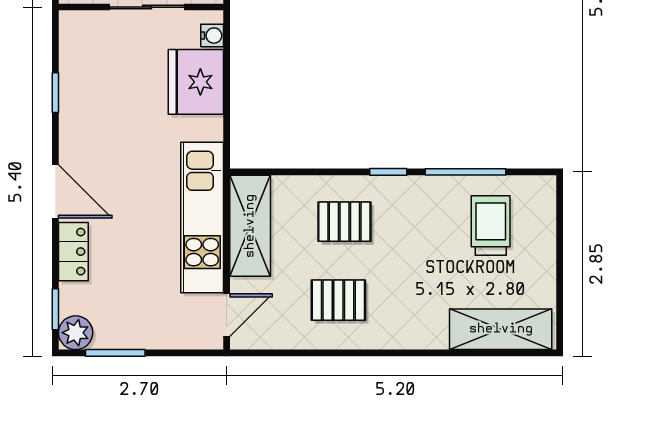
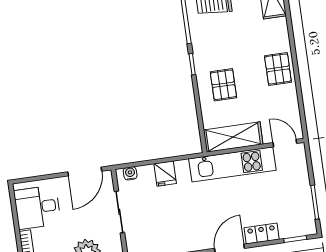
fridge: (196, 82) -> (165, 174), width x0.53, depth x0.75
pallet: (338, 300) -> (278, 69), moved
plant: (76, 333) -> (307, 226), removed

